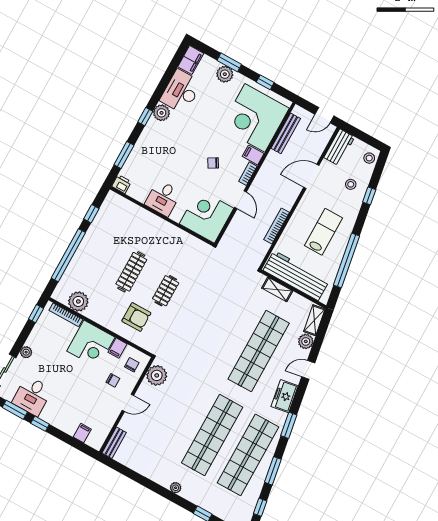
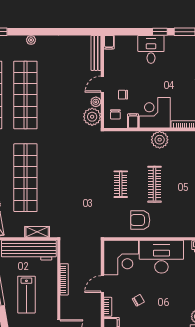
desk: (163, 198) -> (161, 257), width x1.87, depth x1.30
door: (241, 200) -> (102, 284), hinge flipped
plant: (78, 301) -> (160, 140), moved
armchair: (136, 317) -> (140, 220), moved
plant: (145, 389) -> (96, 102), added
desk: (32, 396) -> (151, 49), moved
filing cabinet: (82, 433) -> (109, 42), moved
bench: (114, 443) -> (96, 53), width x1.36

